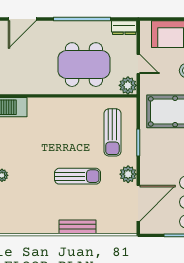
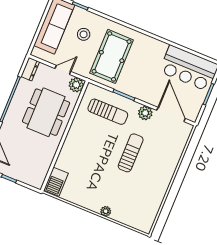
bench: (78, 227) -> (170, 169), removed

